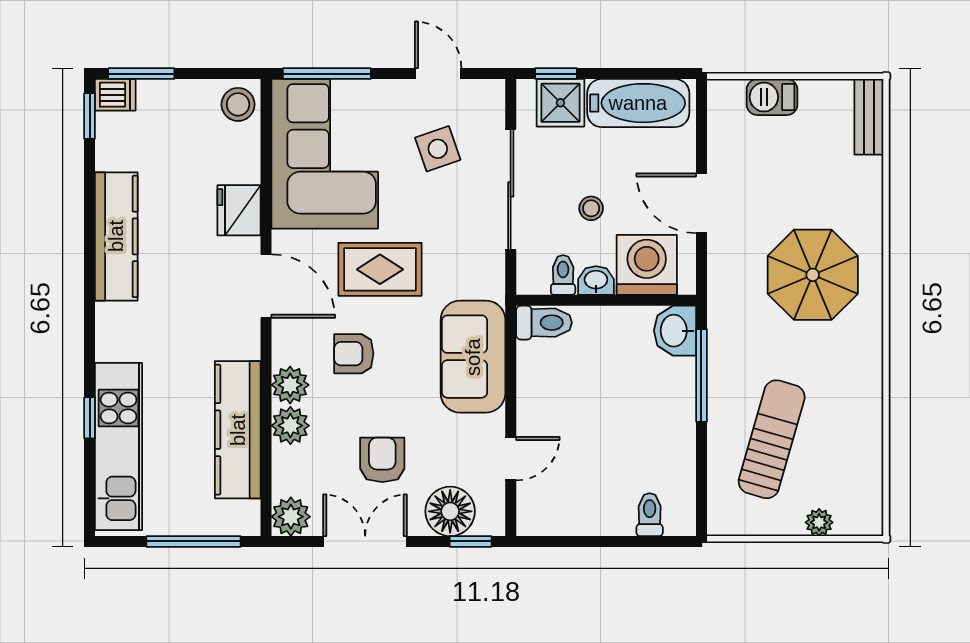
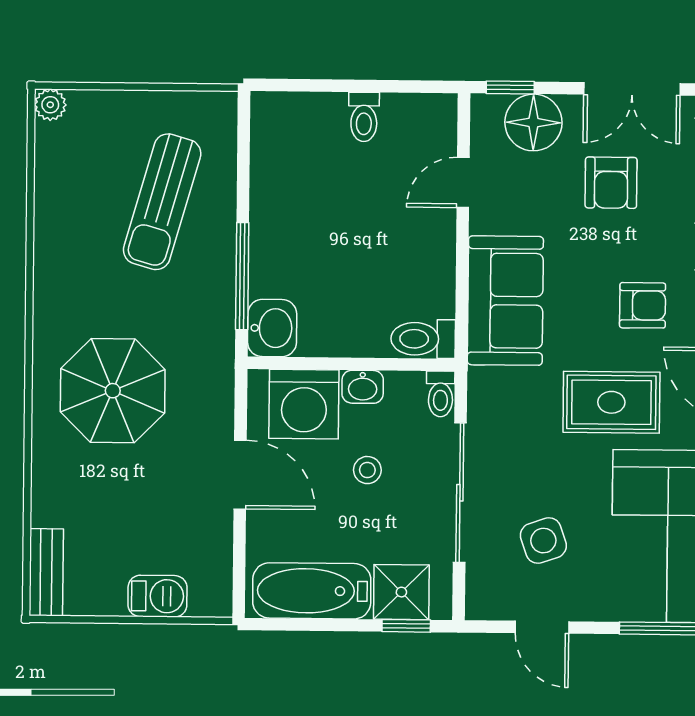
toilet: (563, 275) -> (441, 394), moved
toilet: (650, 515) -> (364, 117), moved
plant: (819, 522) -> (50, 105), moved

